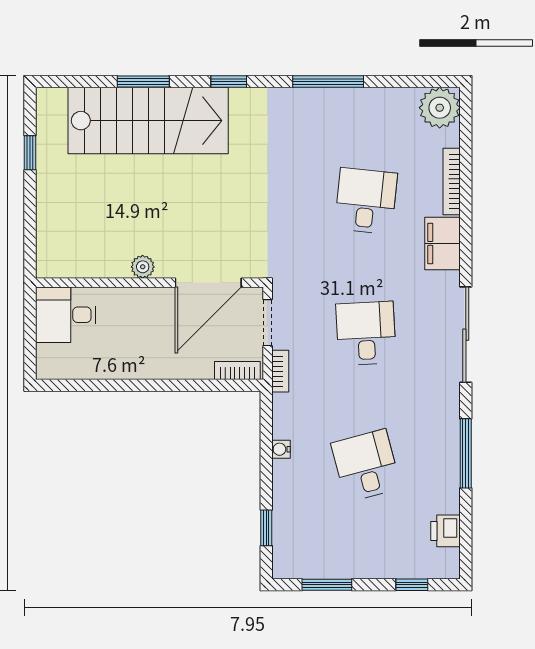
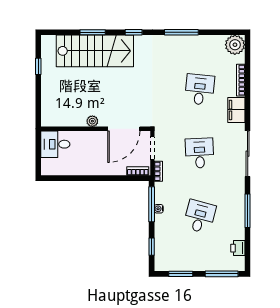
window: (266, 440) -> (152, 204), added
desk: (366, 466) -> (200, 217), turned 30
window: (412, 585) -> (222, 274), width x2.17

